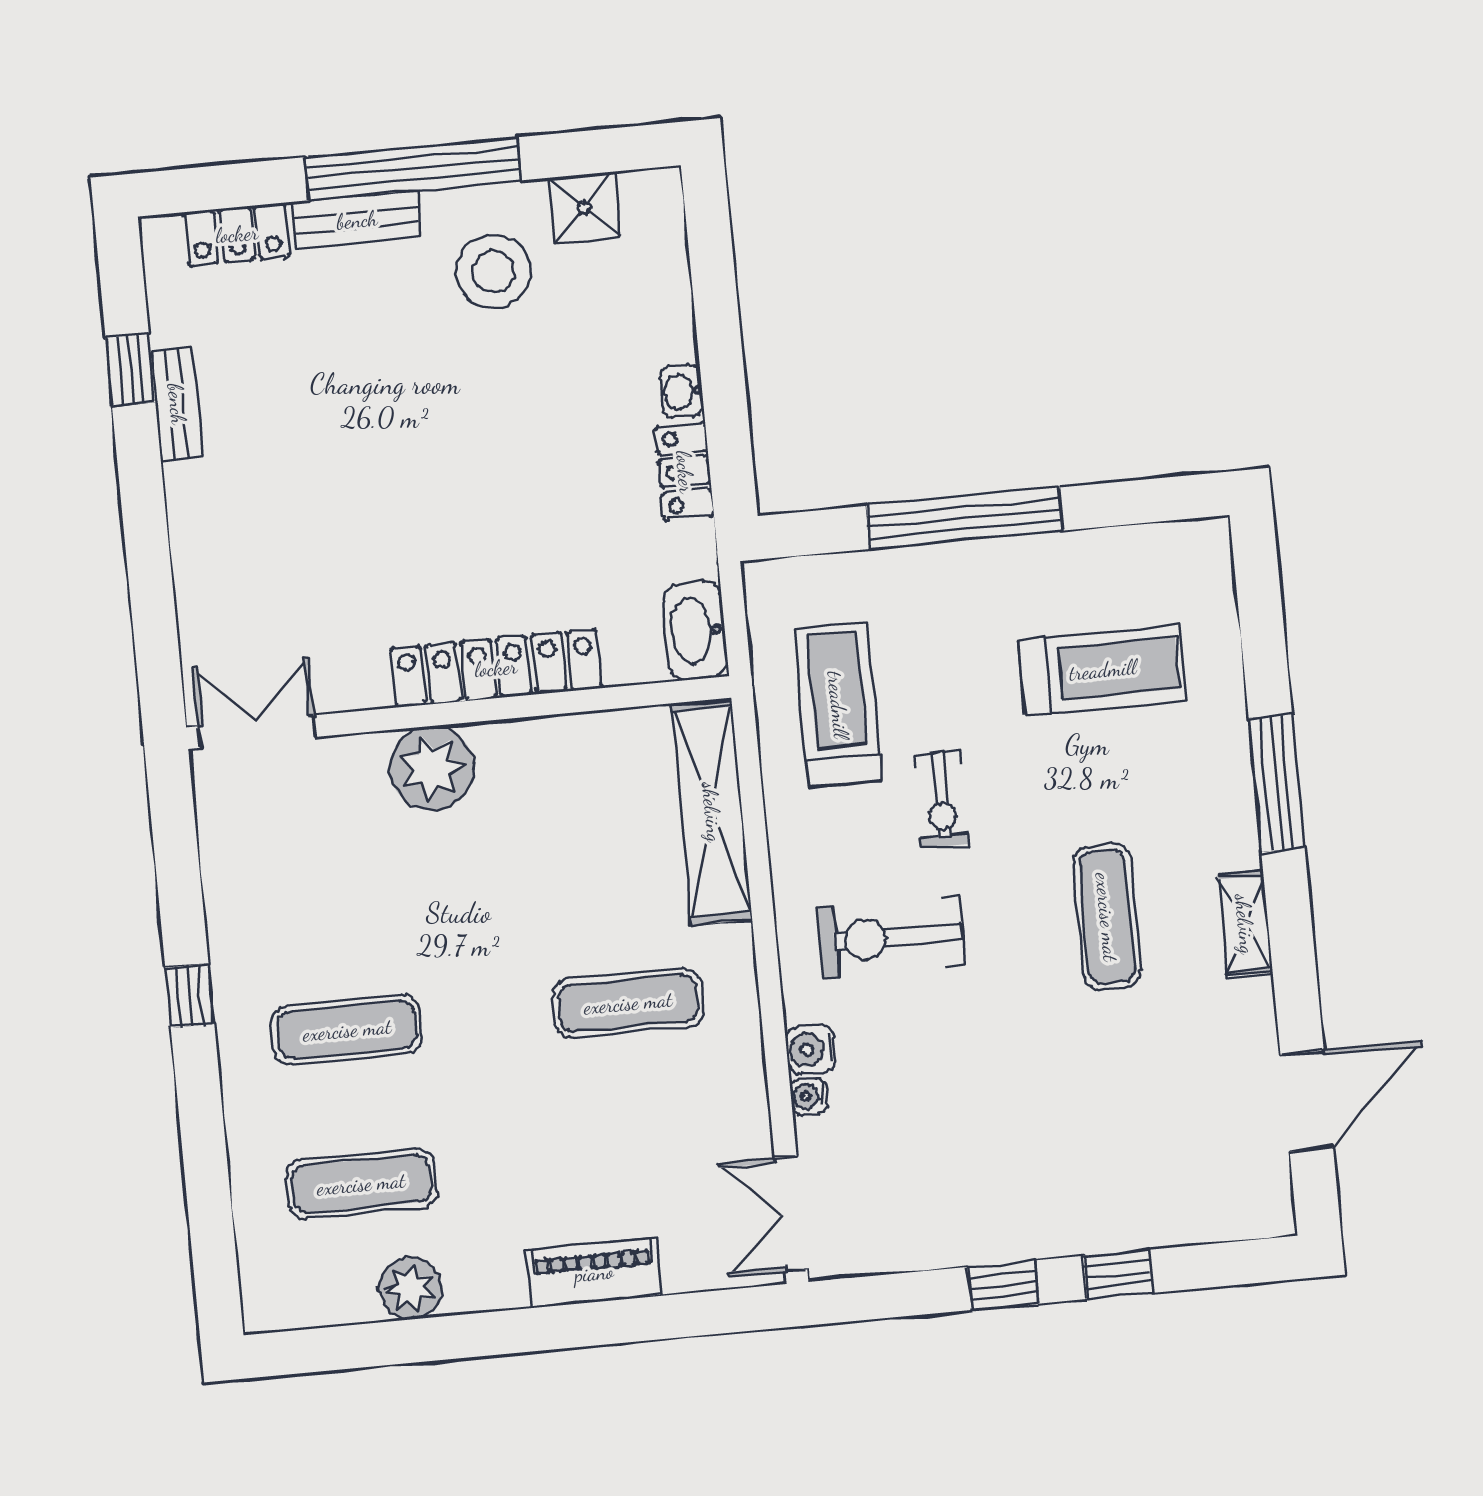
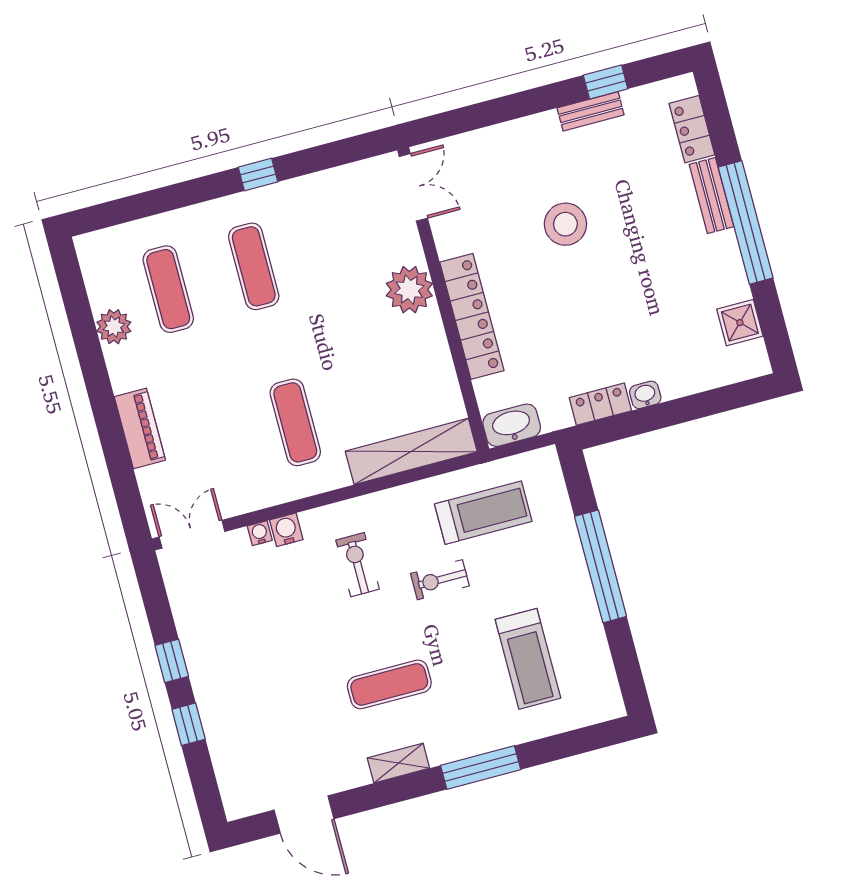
stool: (494, 272) -> (565, 224), moved
exercise bike: (891, 937) -> (358, 565), width x0.73, depth x0.72

